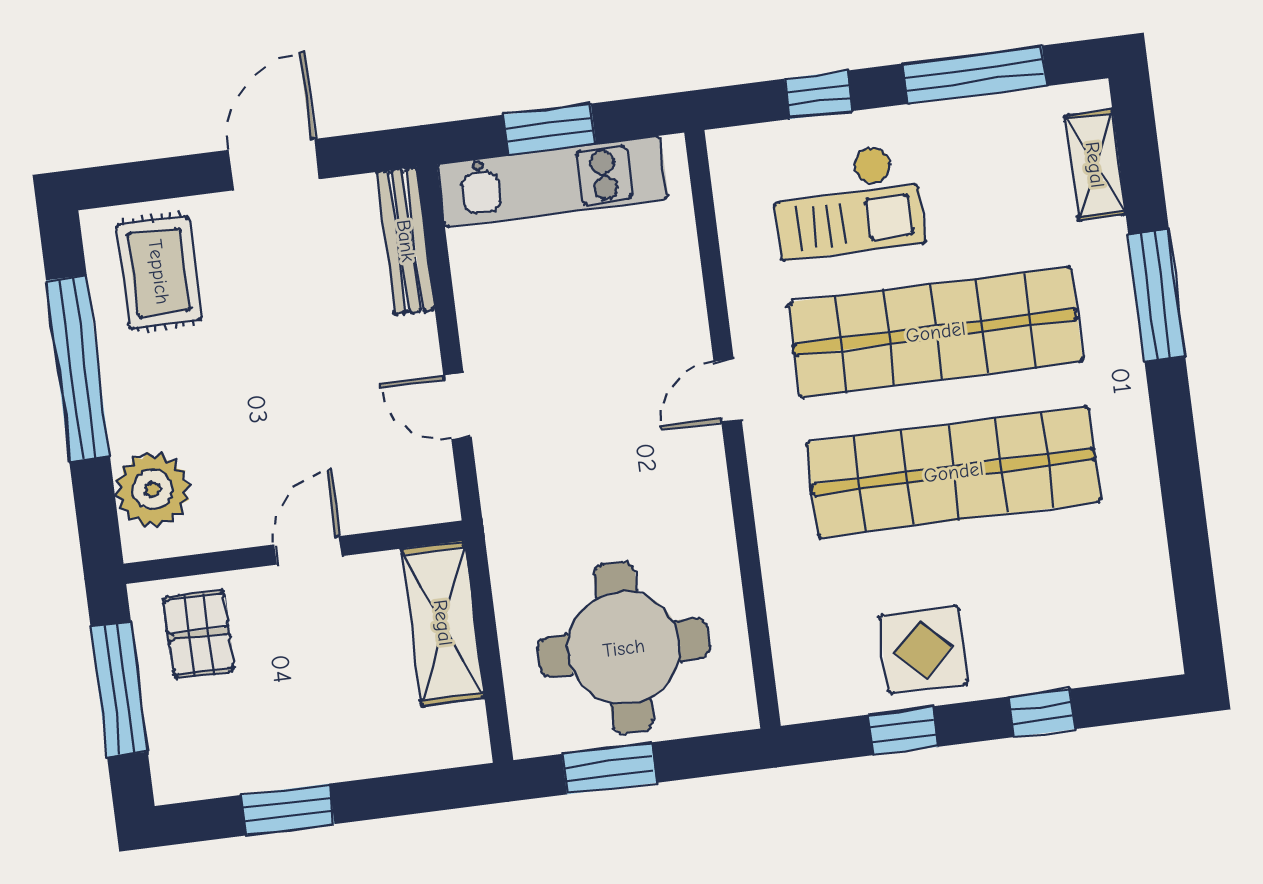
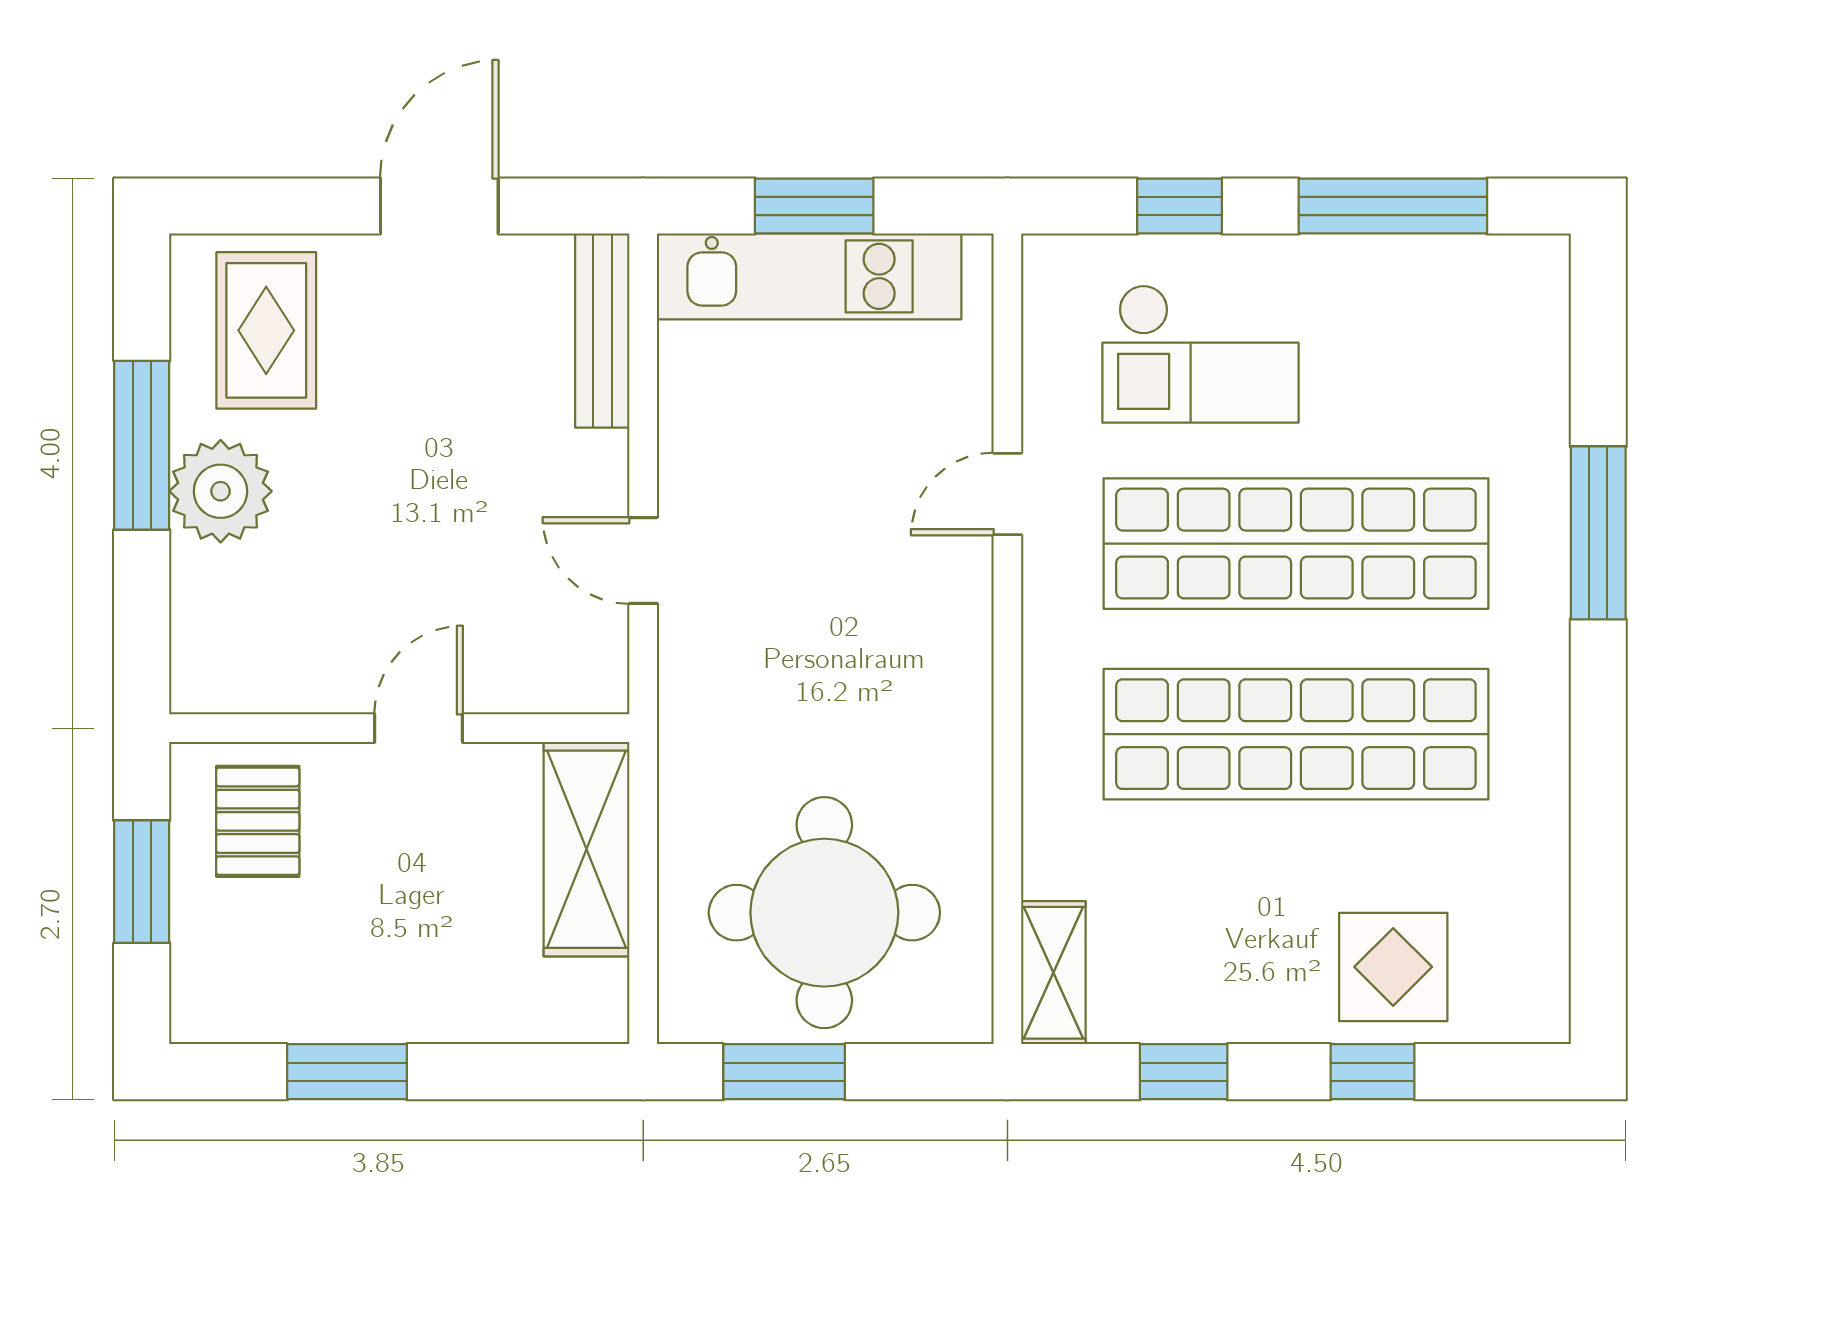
shelving: (1095, 165) -> (1053, 973), moved
window: (78, 368) -> (142, 445), width x0.68
door: (728, 391) -> (1007, 494), moved
plant: (152, 490) -> (221, 491), moved
display table: (923, 650) -> (1393, 967), moved
window: (119, 689) -> (142, 882), width x0.69

